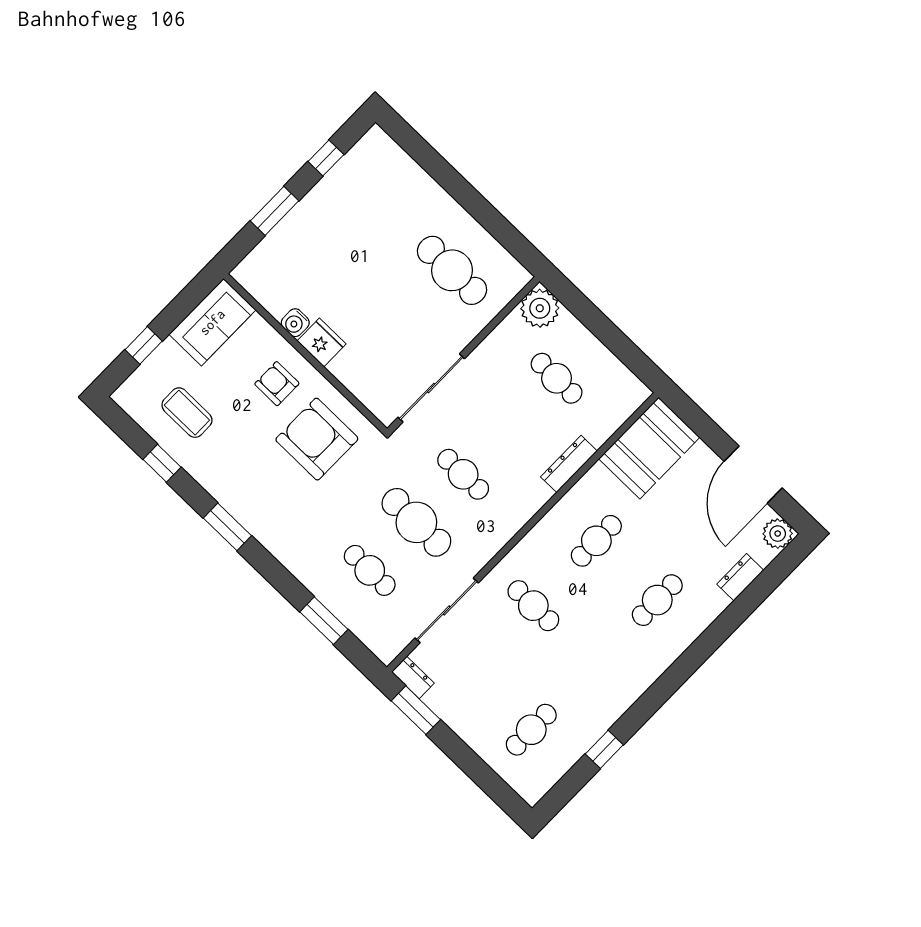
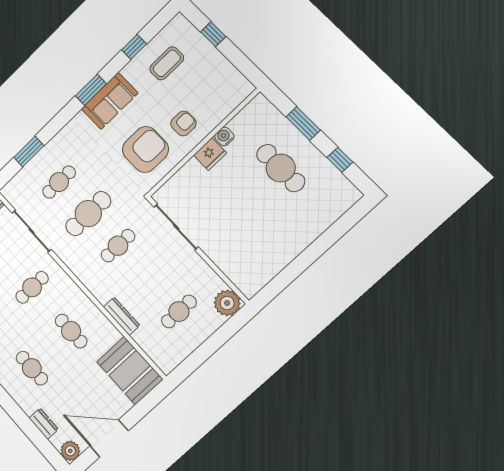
cafe table: (452, 270) -> (281, 168), moved, turned 90
sofa: (212, 322) -> (110, 101), moved, turned -90

